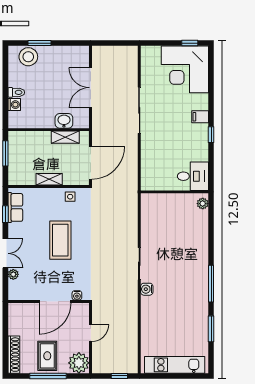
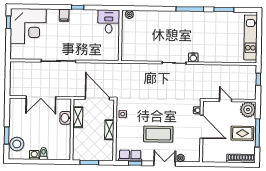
washing machine: (14, 105) -> (34, 155), moved
coffee table: (60, 240) -> (158, 134), moved

